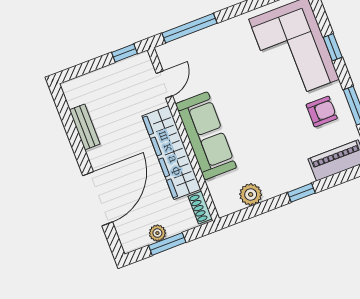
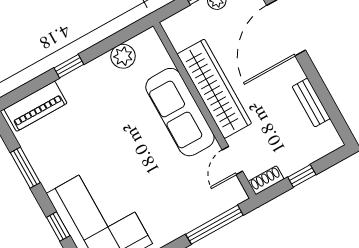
window: (124, 53) -> (302, 176), moved
armchair: (322, 112) -> (60, 156), removed
shoe rack: (200, 208) -> (266, 180), moved, turned -90

